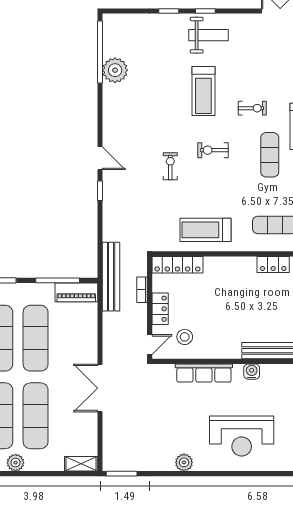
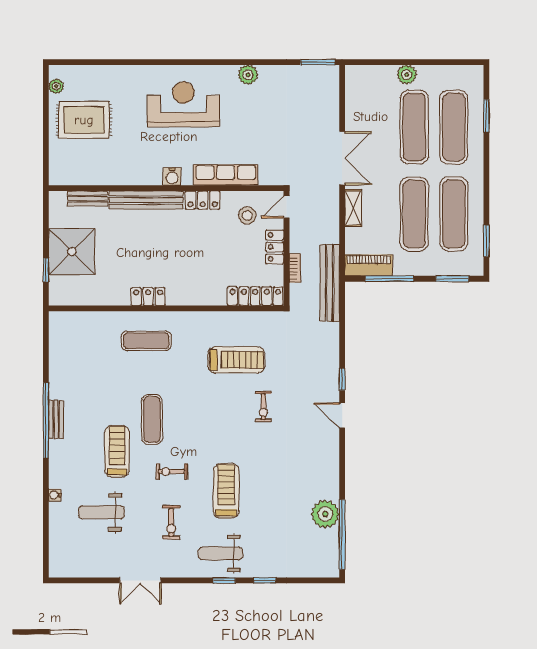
exercise bike: (213, 150) -> (171, 522), moved, turned 90
treadmill: (205, 230) -> (236, 360), moved
locker: (224, 351) -> (203, 200), added
plant: (16, 463) -> (407, 75), moved
shelving: (81, 464) -> (353, 208), moved, turned 90

